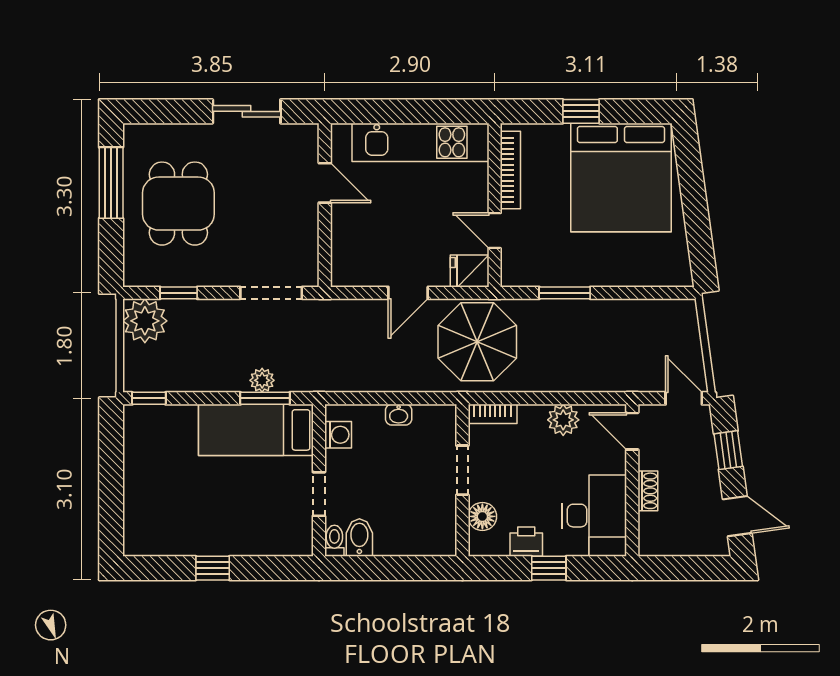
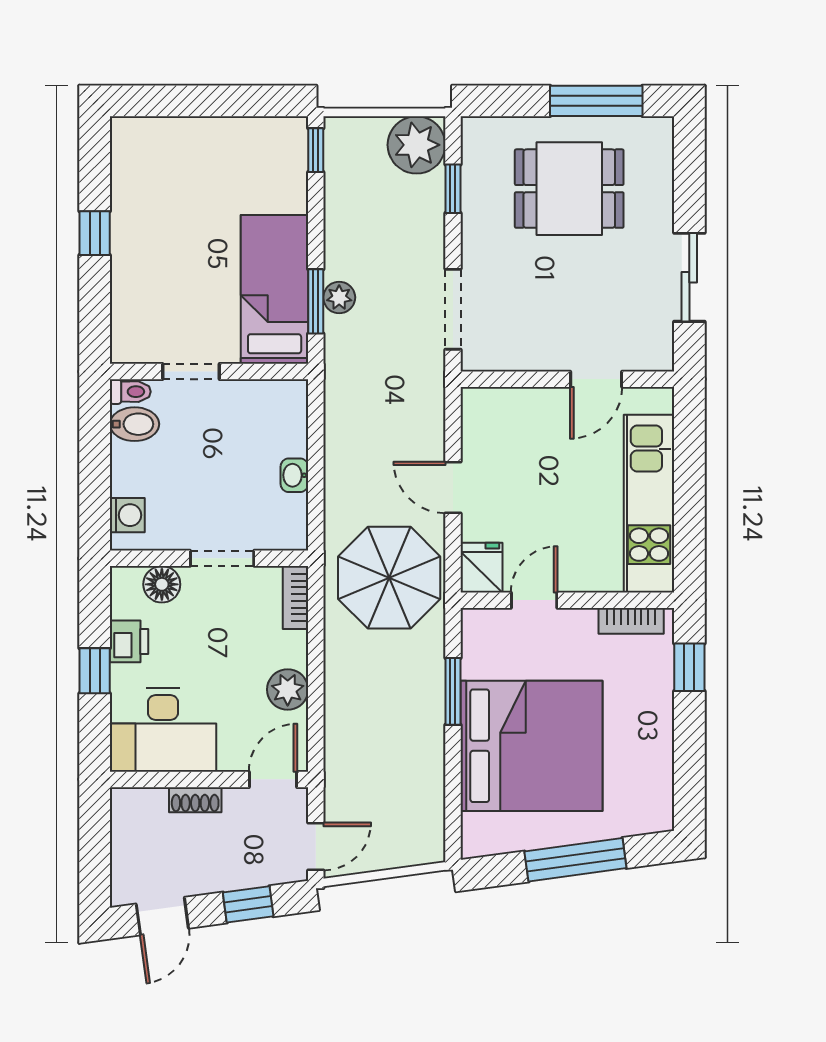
window: (581, 111) -> (689, 667), moved
bookcase: (510, 170) -> (631, 621), width x0.64
bed: (621, 178) -> (531, 746), moved, turned 180
window: (694, 199) -> (575, 860), added
washing machine: (338, 435) -> (127, 515), moved, turned -90

